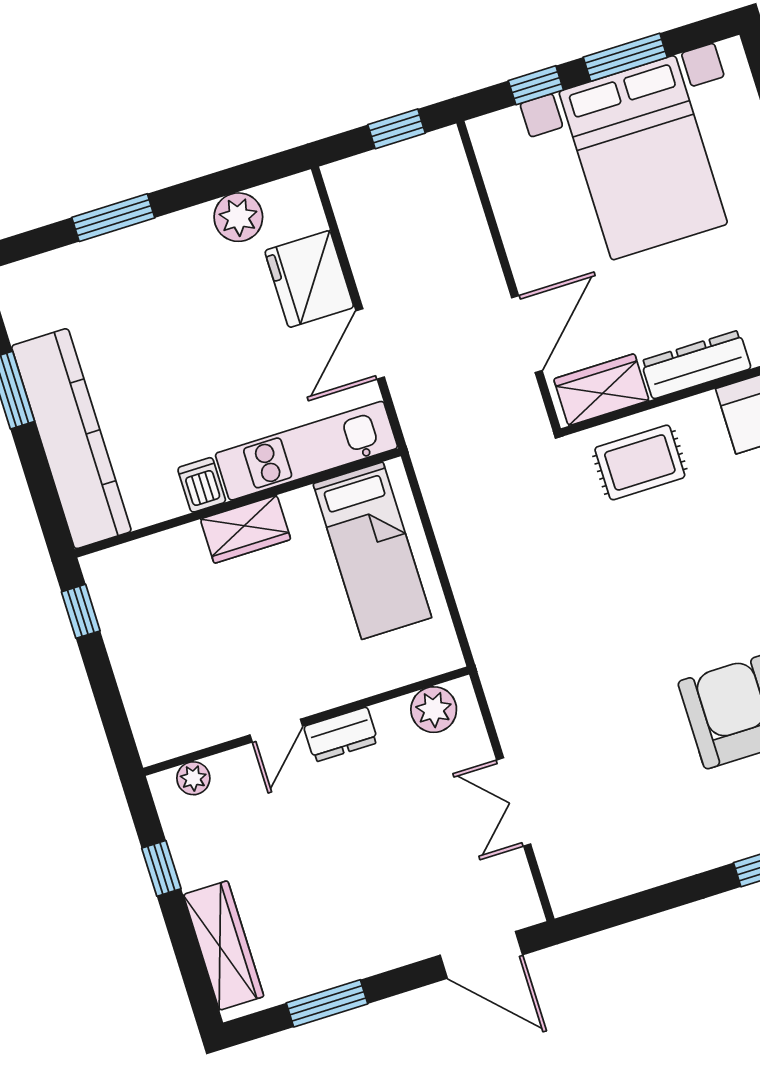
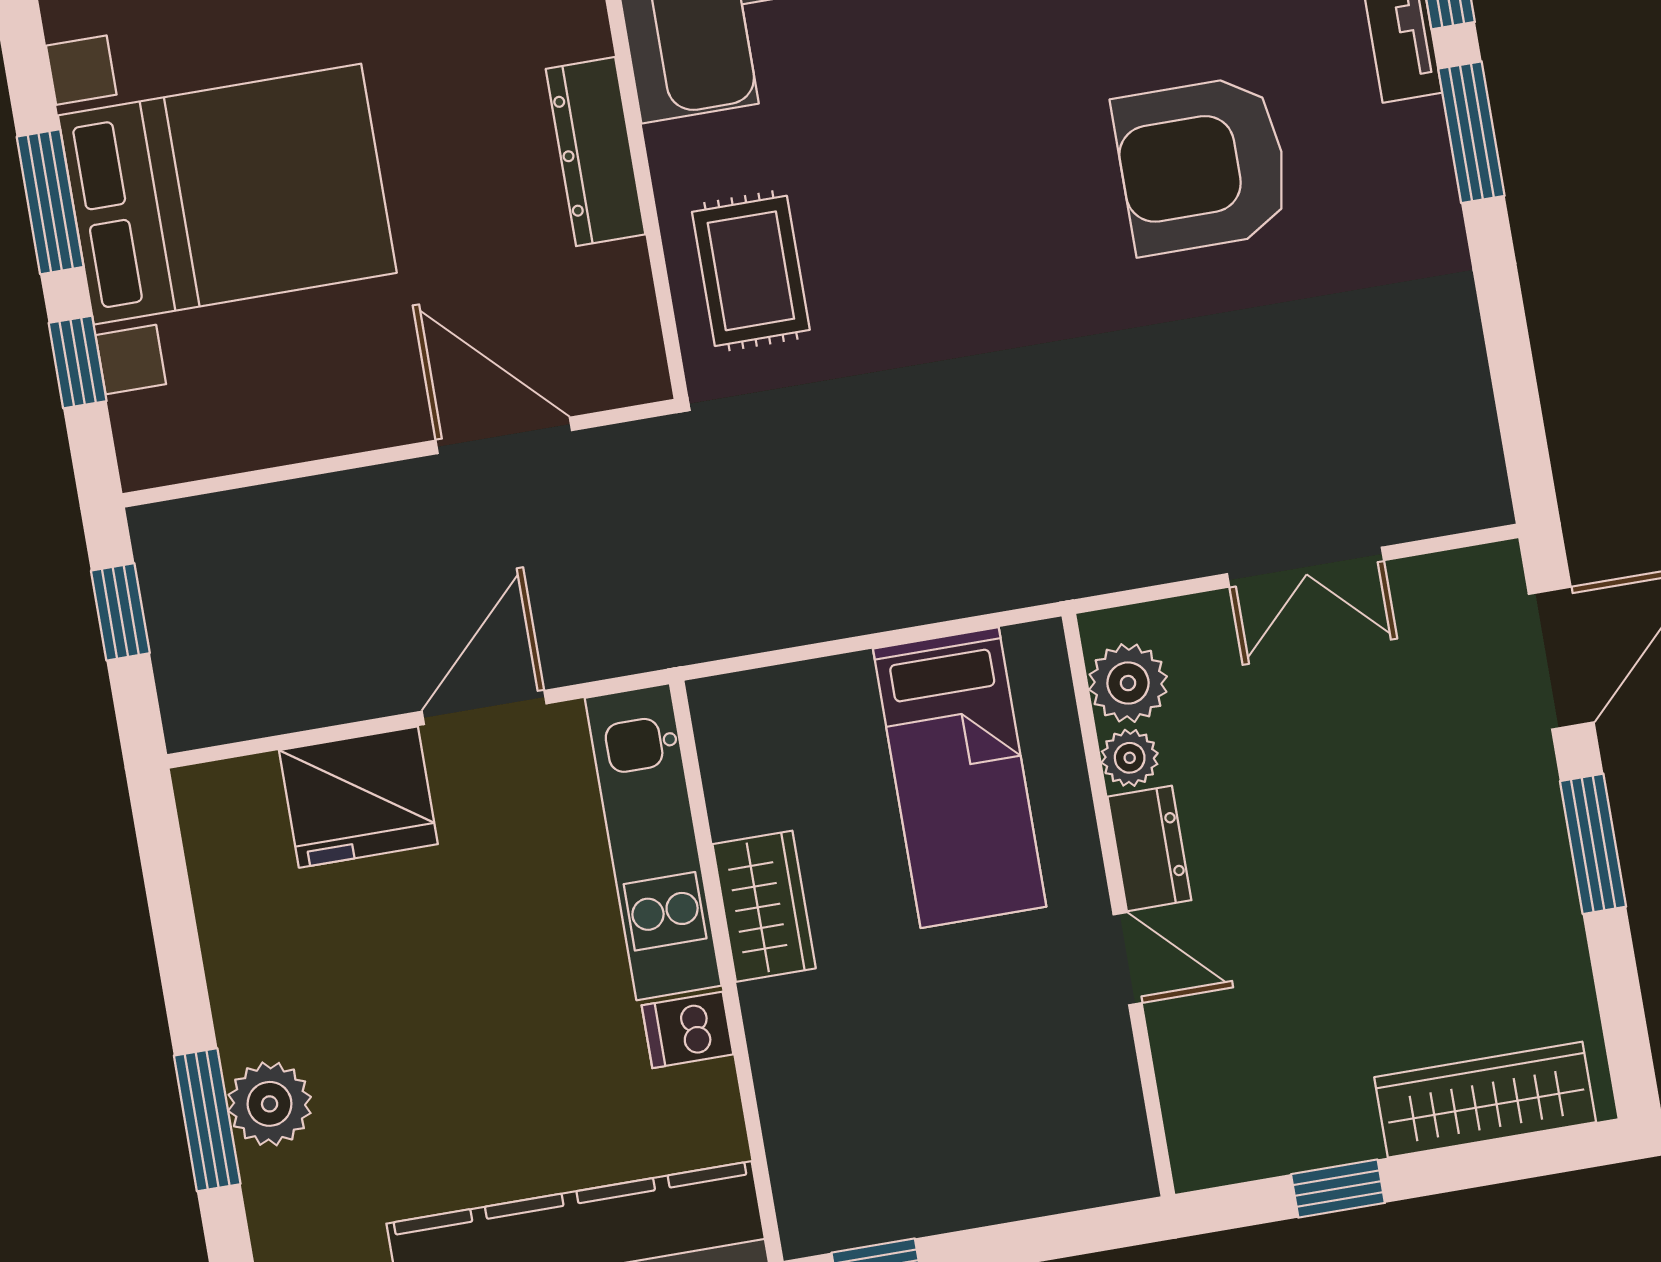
plant: (238, 217) -> (270, 1104), moved
door: (370, 344) -> (484, 708), swing flipped
wardrobe: (601, 390) -> (617, 320), removed
wardrobe: (245, 529) -> (764, 906), moved
bed: (372, 551) -> (960, 778), moved, turned 90
plant: (193, 778) -> (1130, 758), moved
window: (327, 1003) -> (1593, 844), moved

